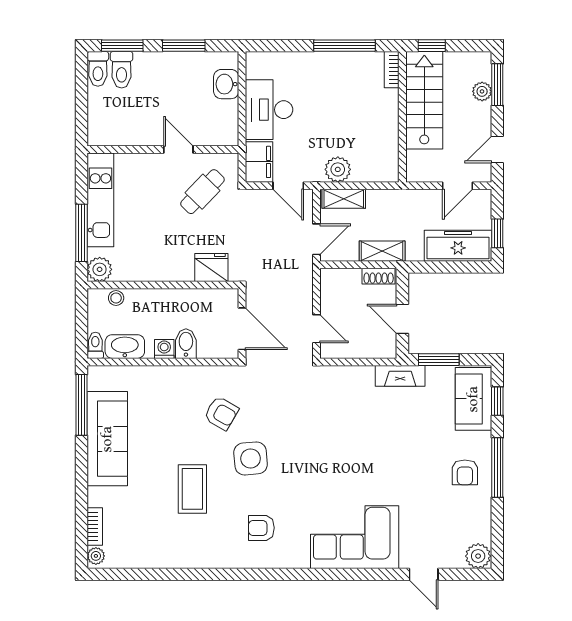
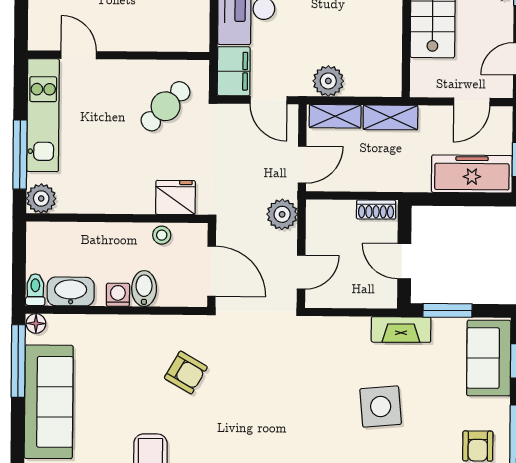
door: (178, 150) -> (79, 55), moved
shelving: (382, 251) -> (390, 117), moved
plant: (300, 281) -> (282, 214), added
stool: (116, 298) -> (162, 235), moved
door: (317, 329) -> (301, 272), hinge flipped
floor lamp: (96, 373) -> (36, 323), added
side table: (251, 458) -> (381, 406), moved

